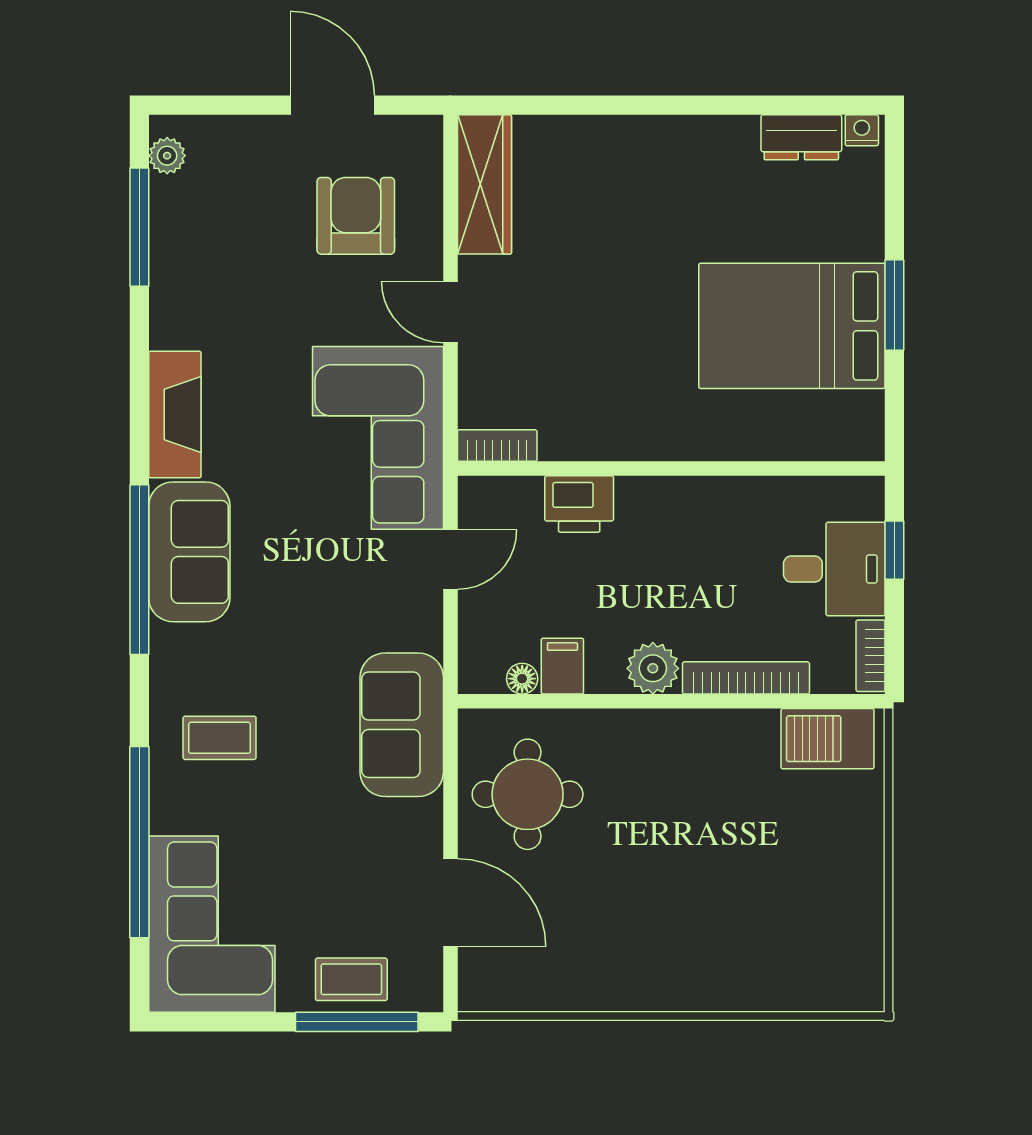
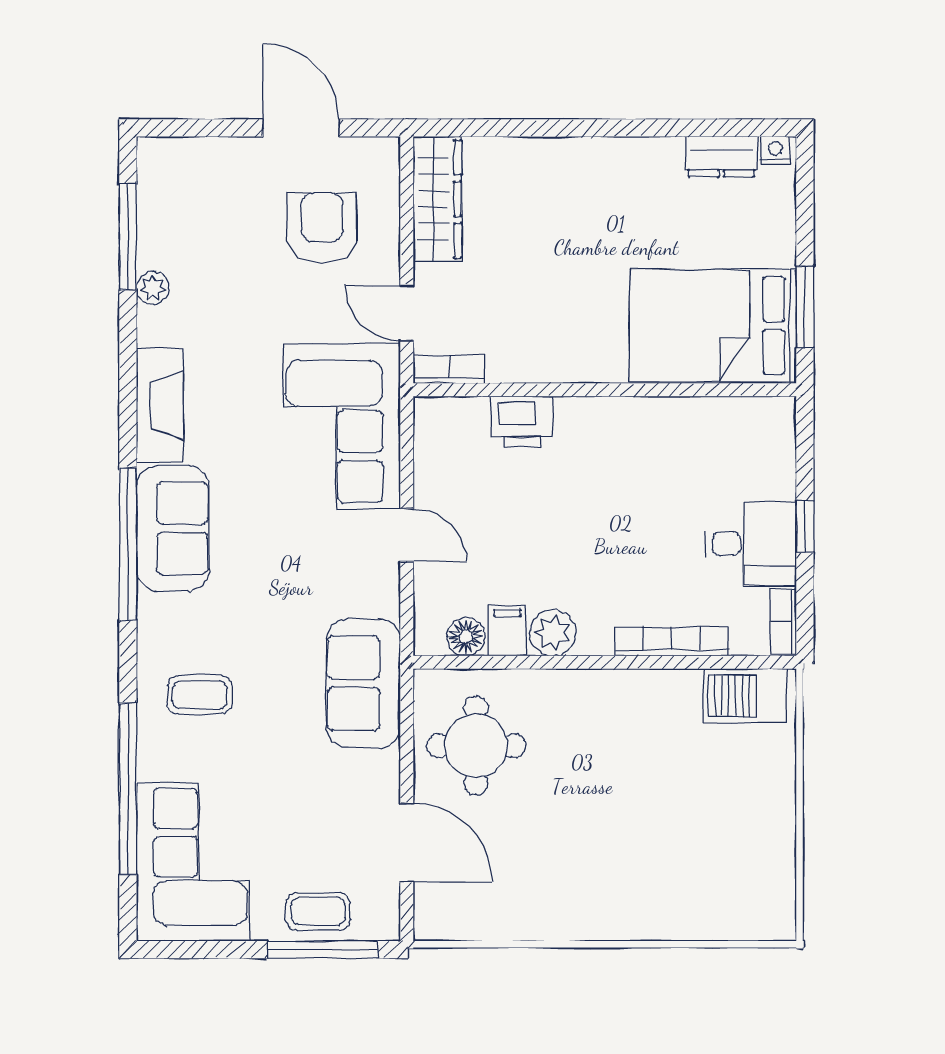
plant: (167, 156) -> (153, 288), moved
bookcase: (497, 446) -> (449, 369), moved
wall: (671, 469) -> (605, 390), moved
printer: (579, 504) -> (522, 422), moved
door: (450, 560) -> (407, 535), hinge flipped
plant: (653, 668) -> (553, 633), moved
floor lamp: (522, 679) -> (466, 637), width x1.37, depth x1.37

